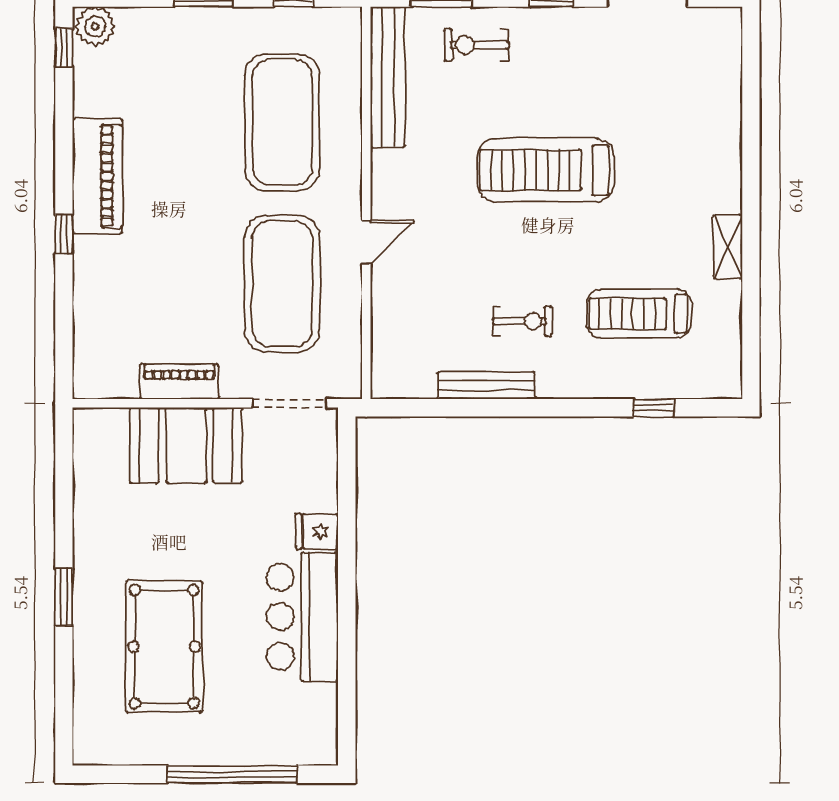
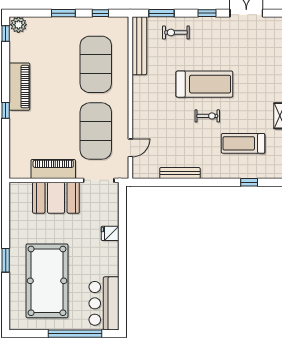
treadmill: (545, 170) -> (204, 84), turned 180
door: (366, 242) -> (130, 148), moved
exercise bike: (522, 321) -> (207, 116), moved
piano: (179, 382) -> (53, 169), width x1.37, depth x1.33
bar counter: (302, 617) -> (104, 303), moved
pool table: (164, 647) -> (47, 281), width x1.36, depth x1.32

